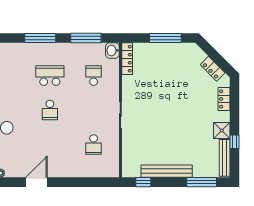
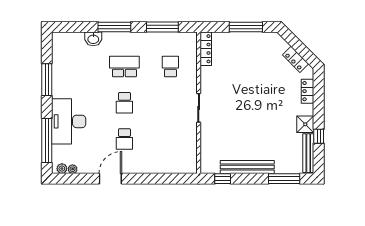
washbasin: (112, 50) -> (93, 39), moved, turned -90
school desk: (94, 145) -> (124, 139), moved

